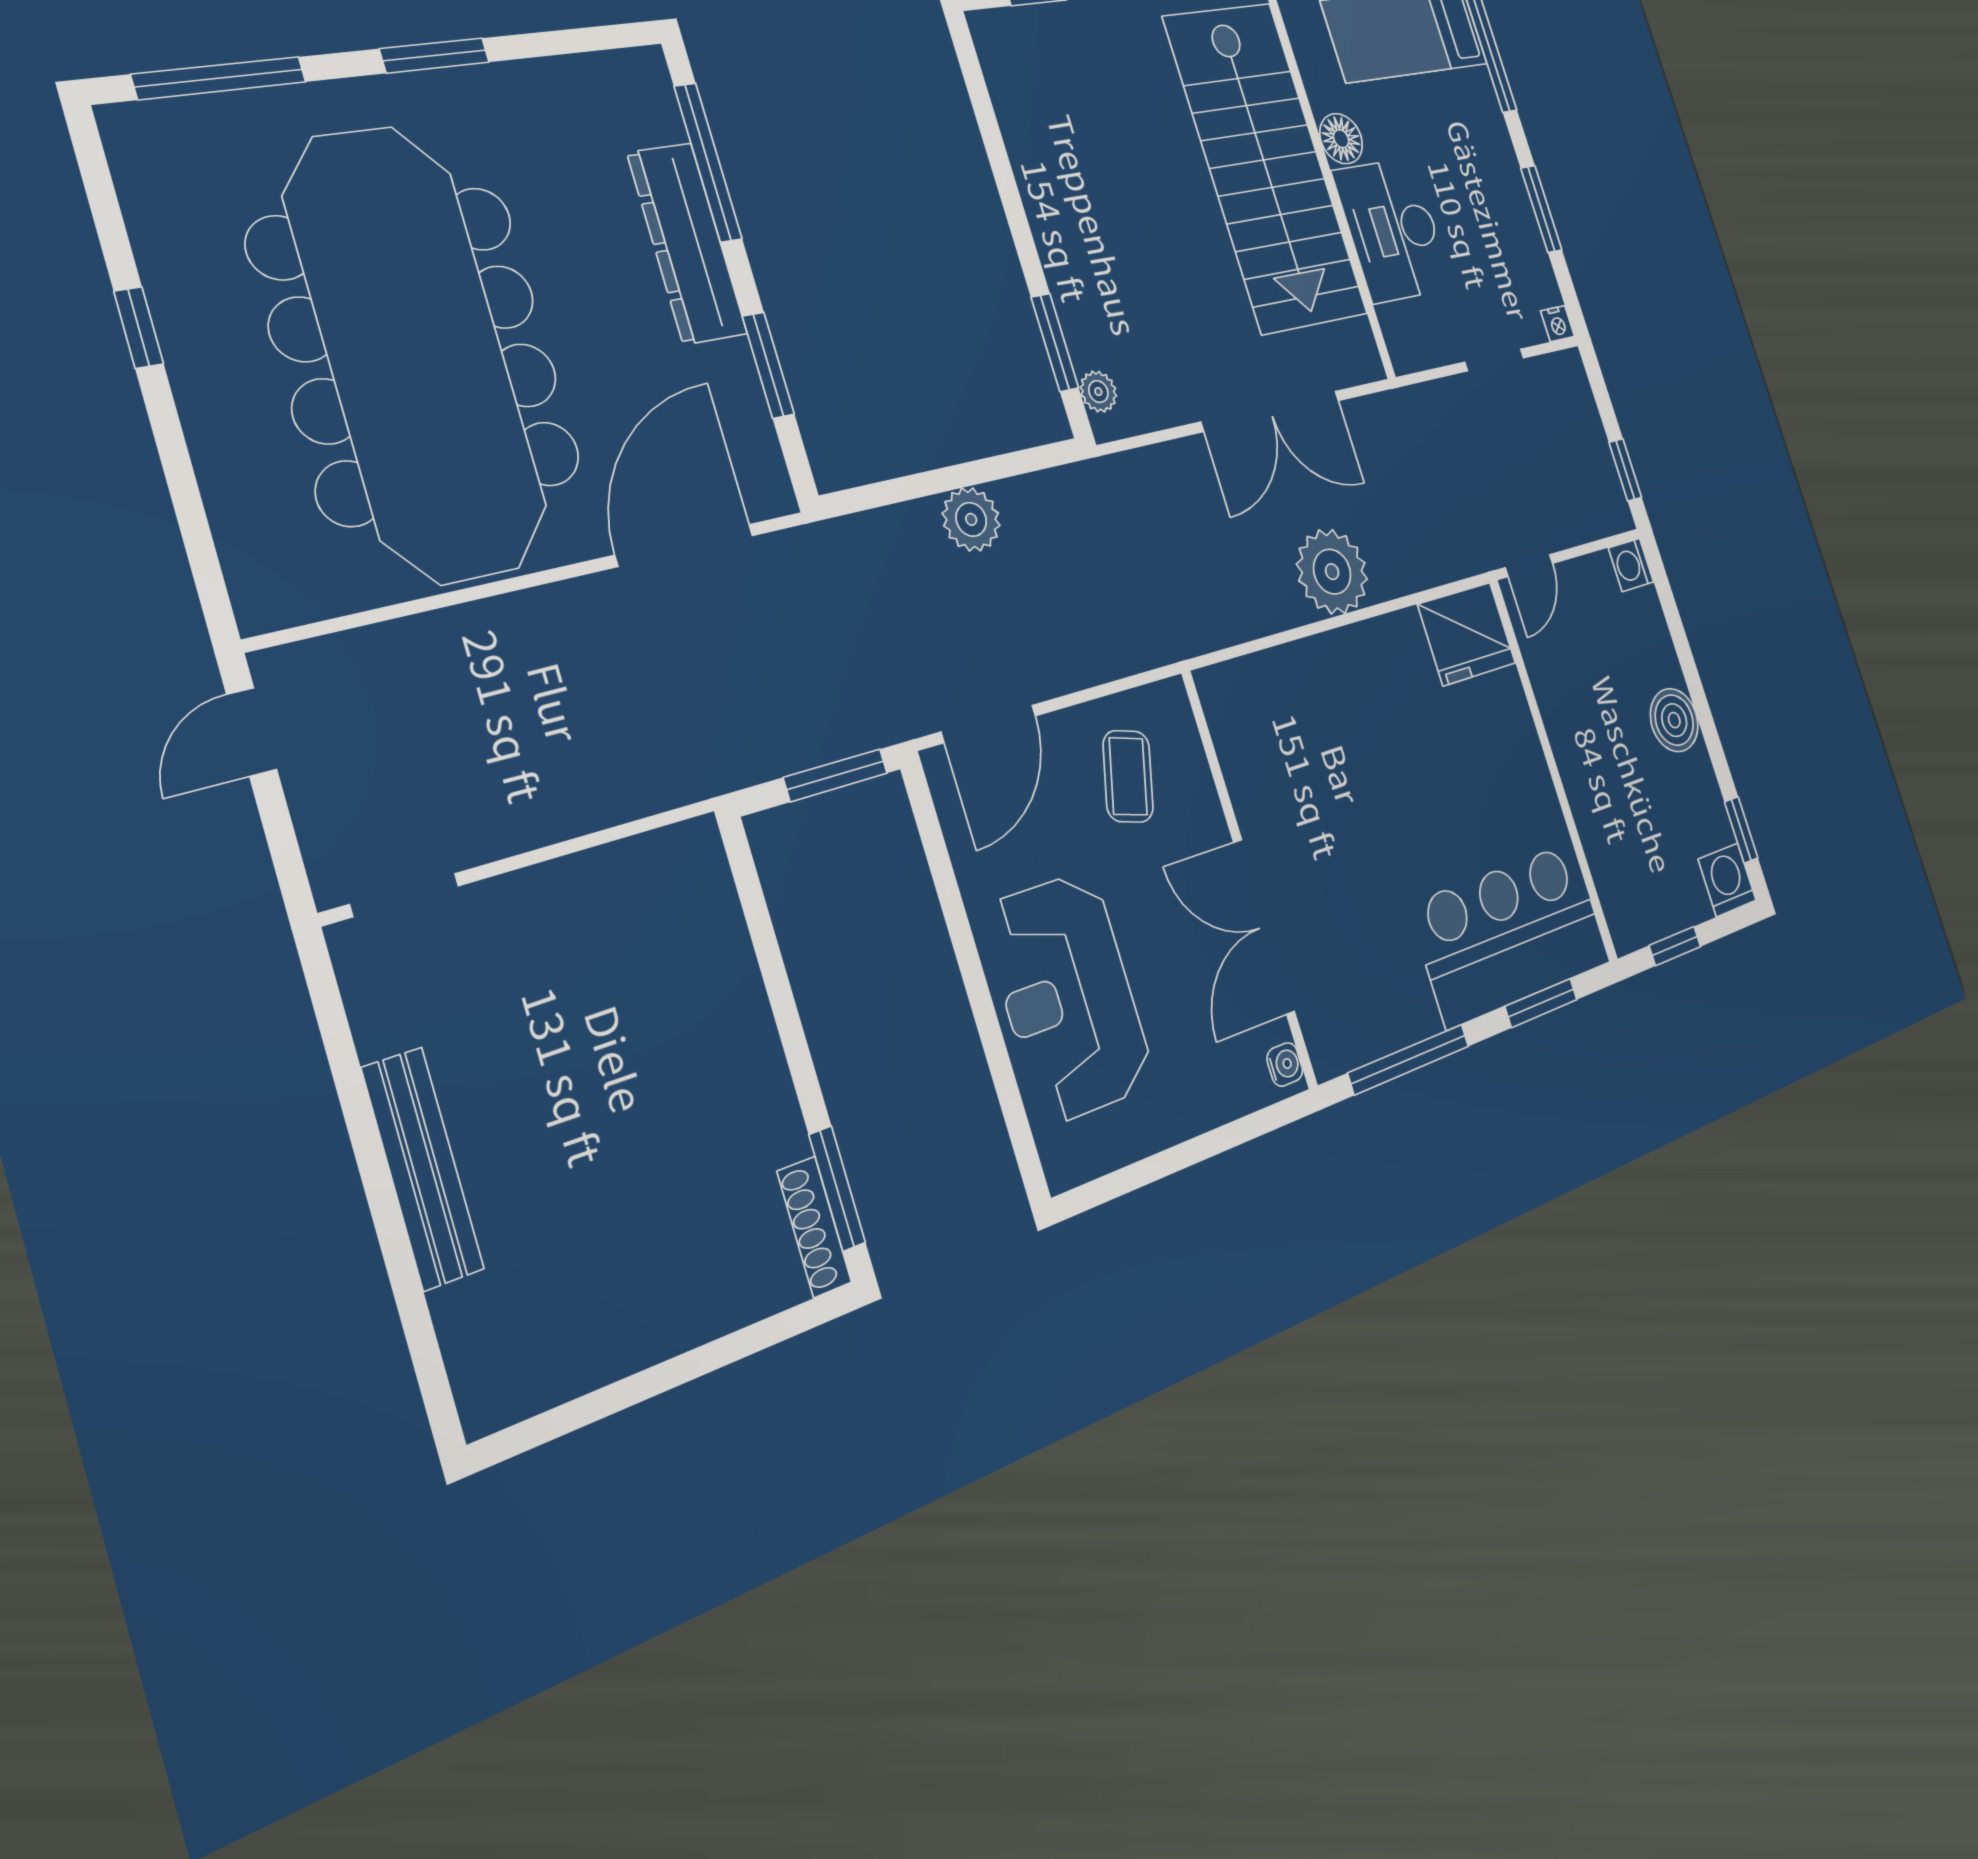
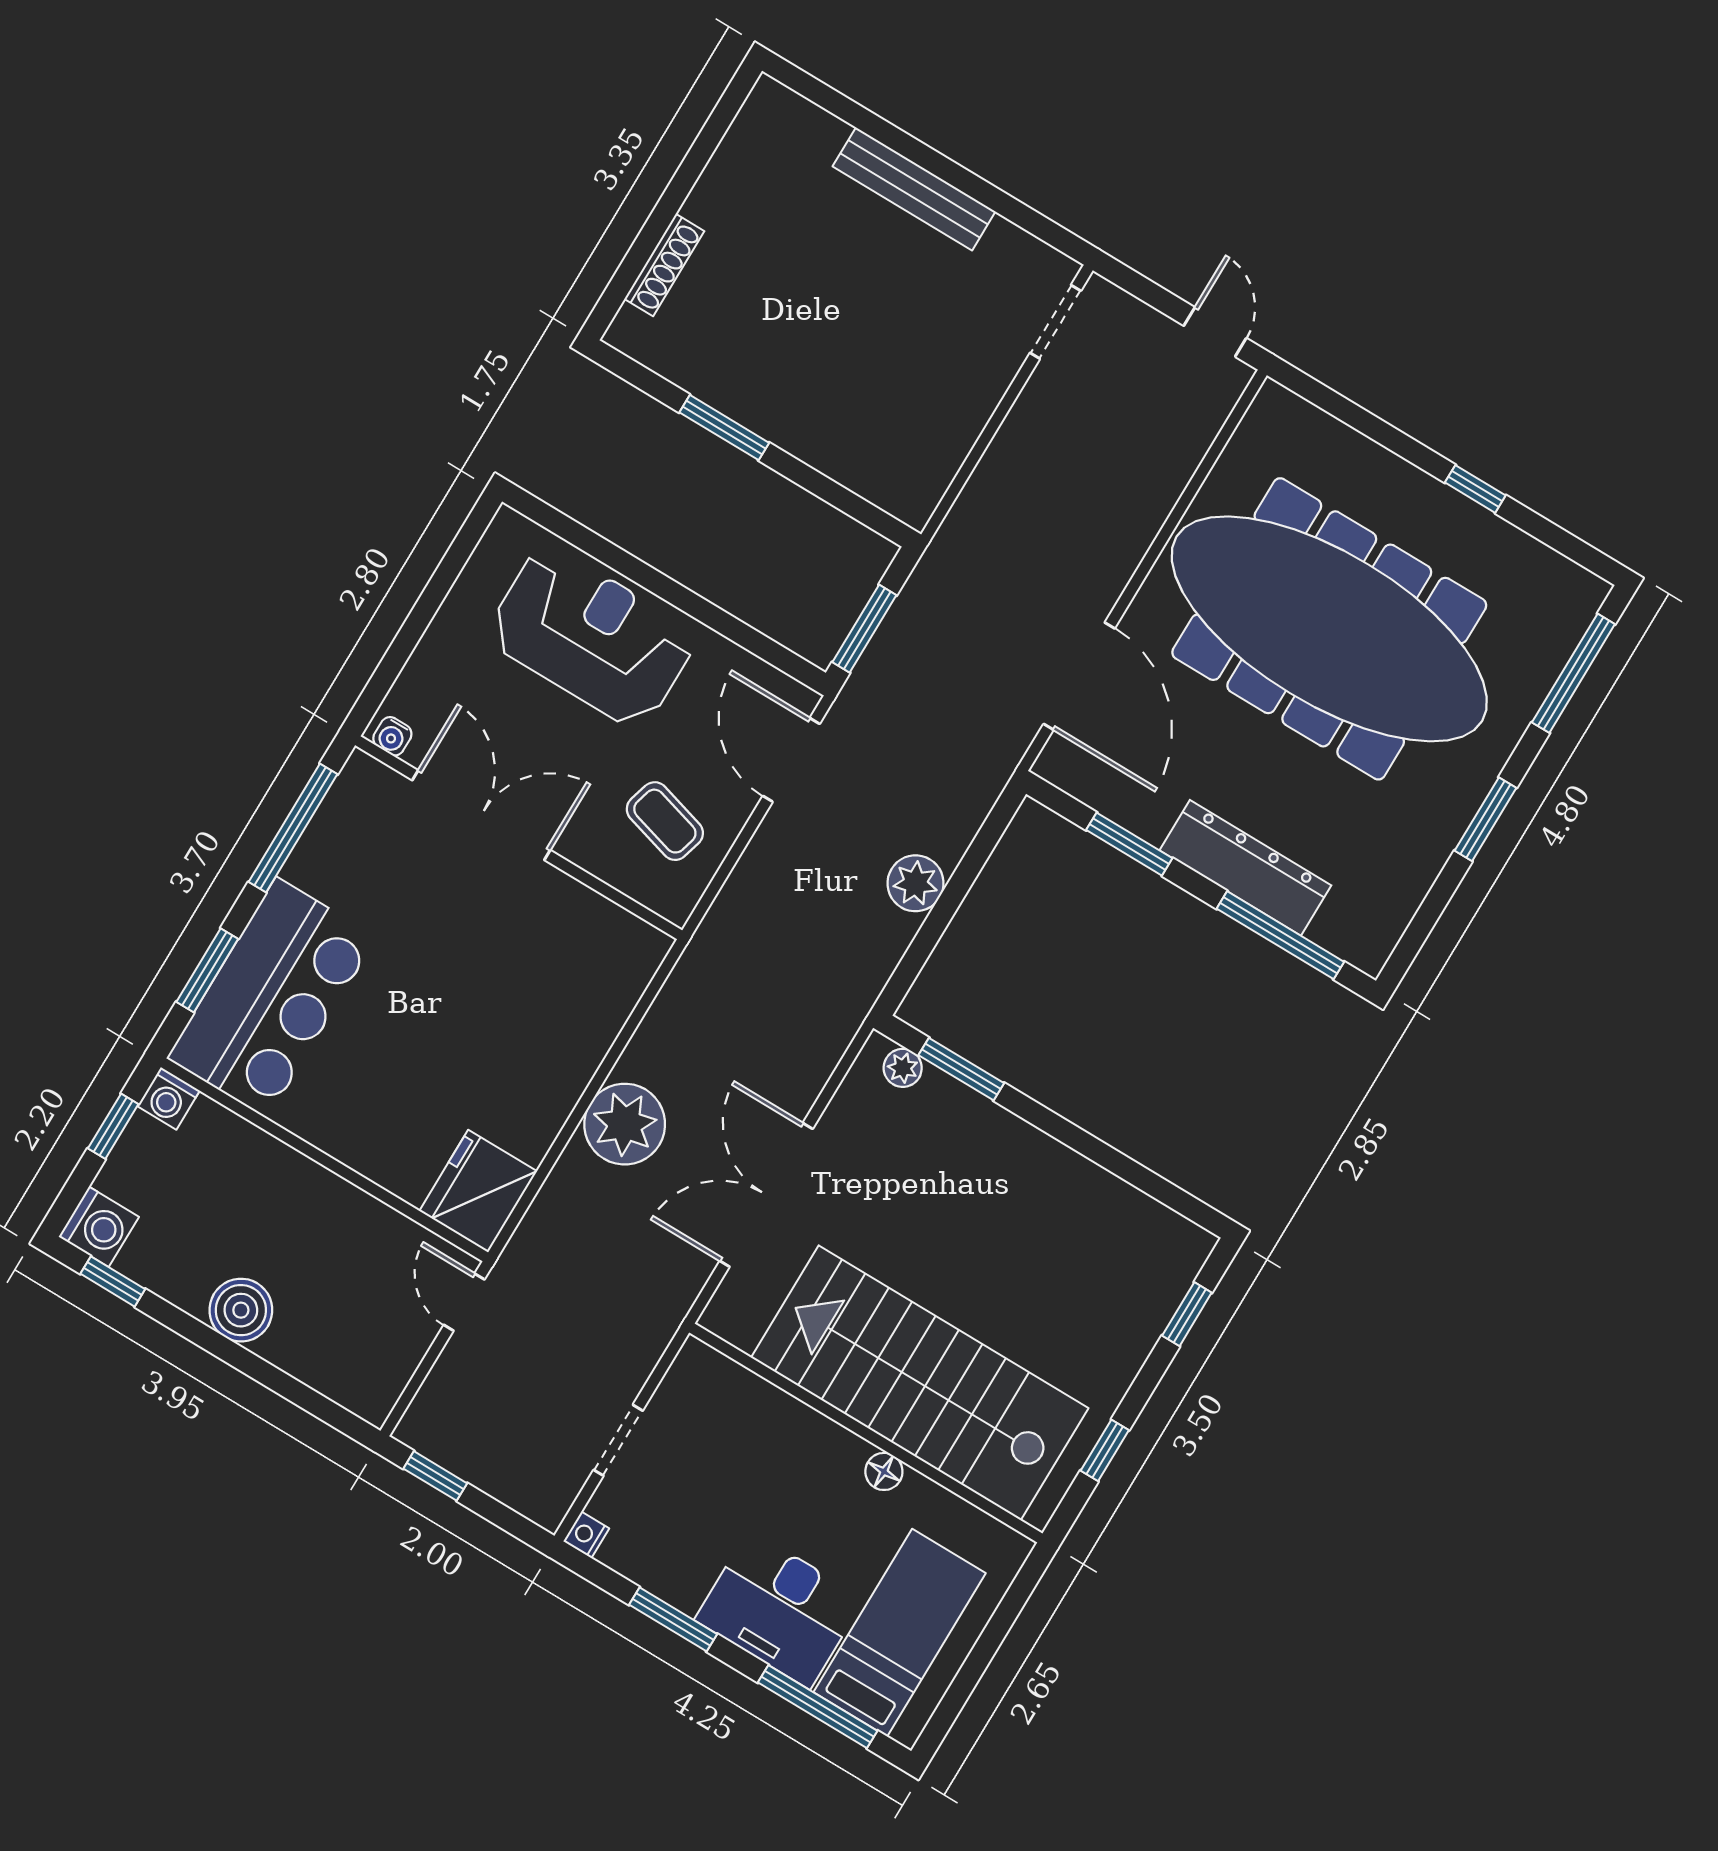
floor lamp: (1341, 139) -> (884, 1471), width x0.73, depth x0.73
desk: (1393, 230) -> (779, 1609), moved, turned 180
washing machine: (1631, 565) -> (169, 1098), moved, turned 180
window: (837, 1189) -> (724, 428), moved
shoe rack: (814, 1227) -> (664, 265), moved, turned 90

